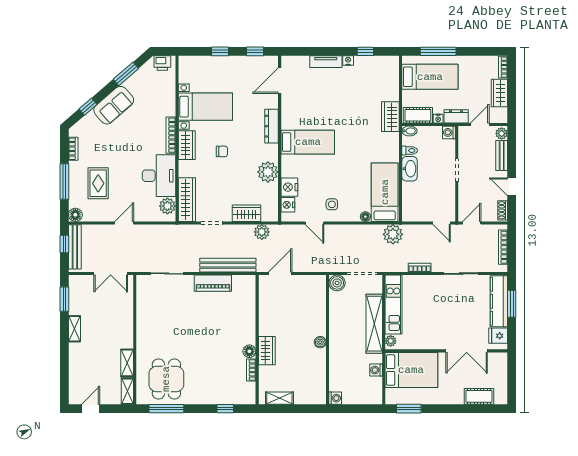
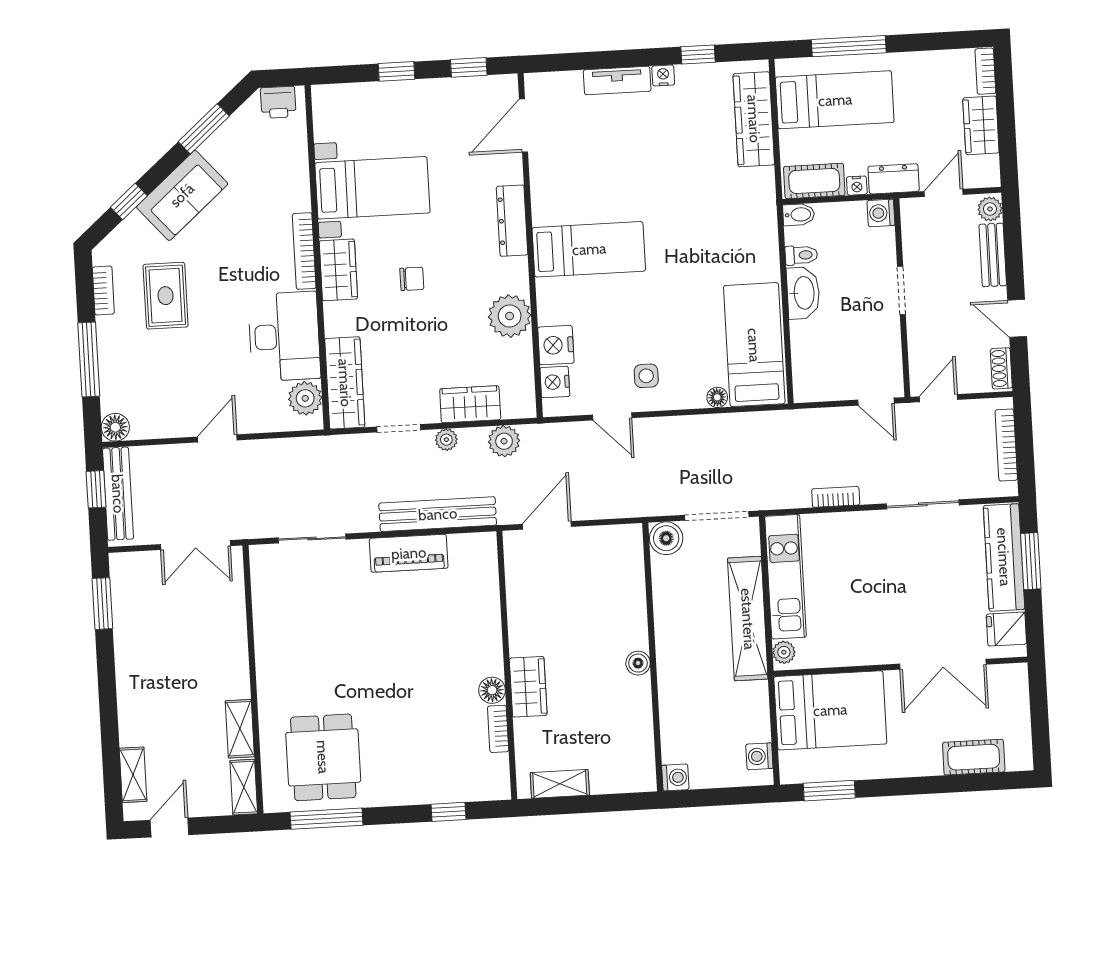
wardrobe: (390, 117) -> (754, 119), moved, width x1.50
rug: (98, 183) -> (166, 296), moved
plant: (393, 234) -> (446, 440), moved, width x0.53, depth x0.53
shelving: (75, 329) -> (133, 775), moved
washing machine: (376, 370) -> (759, 756), moved

